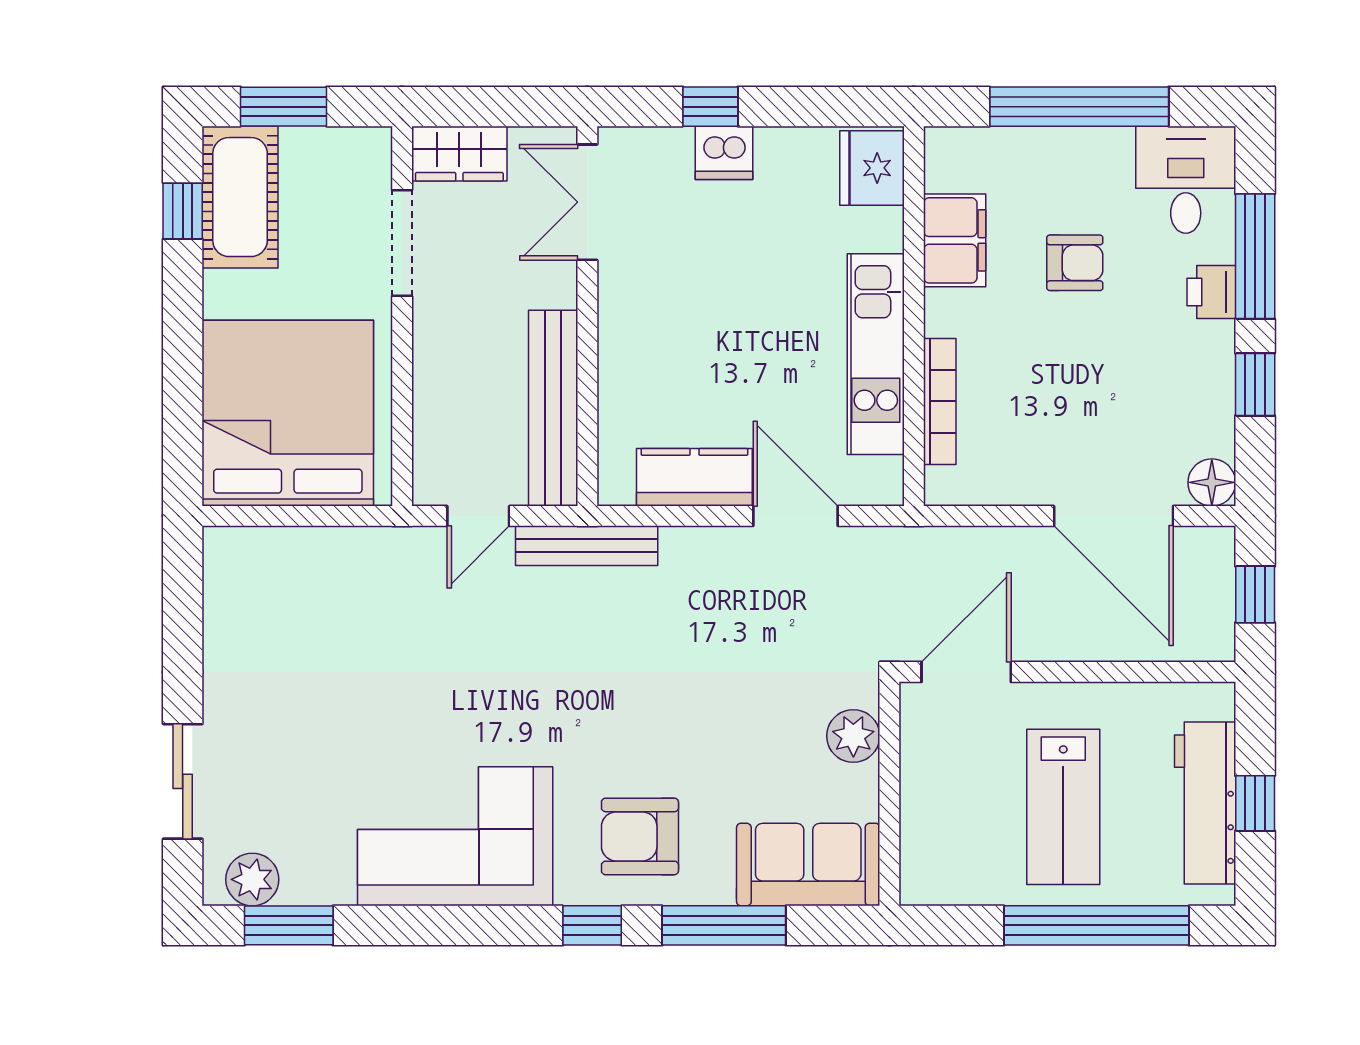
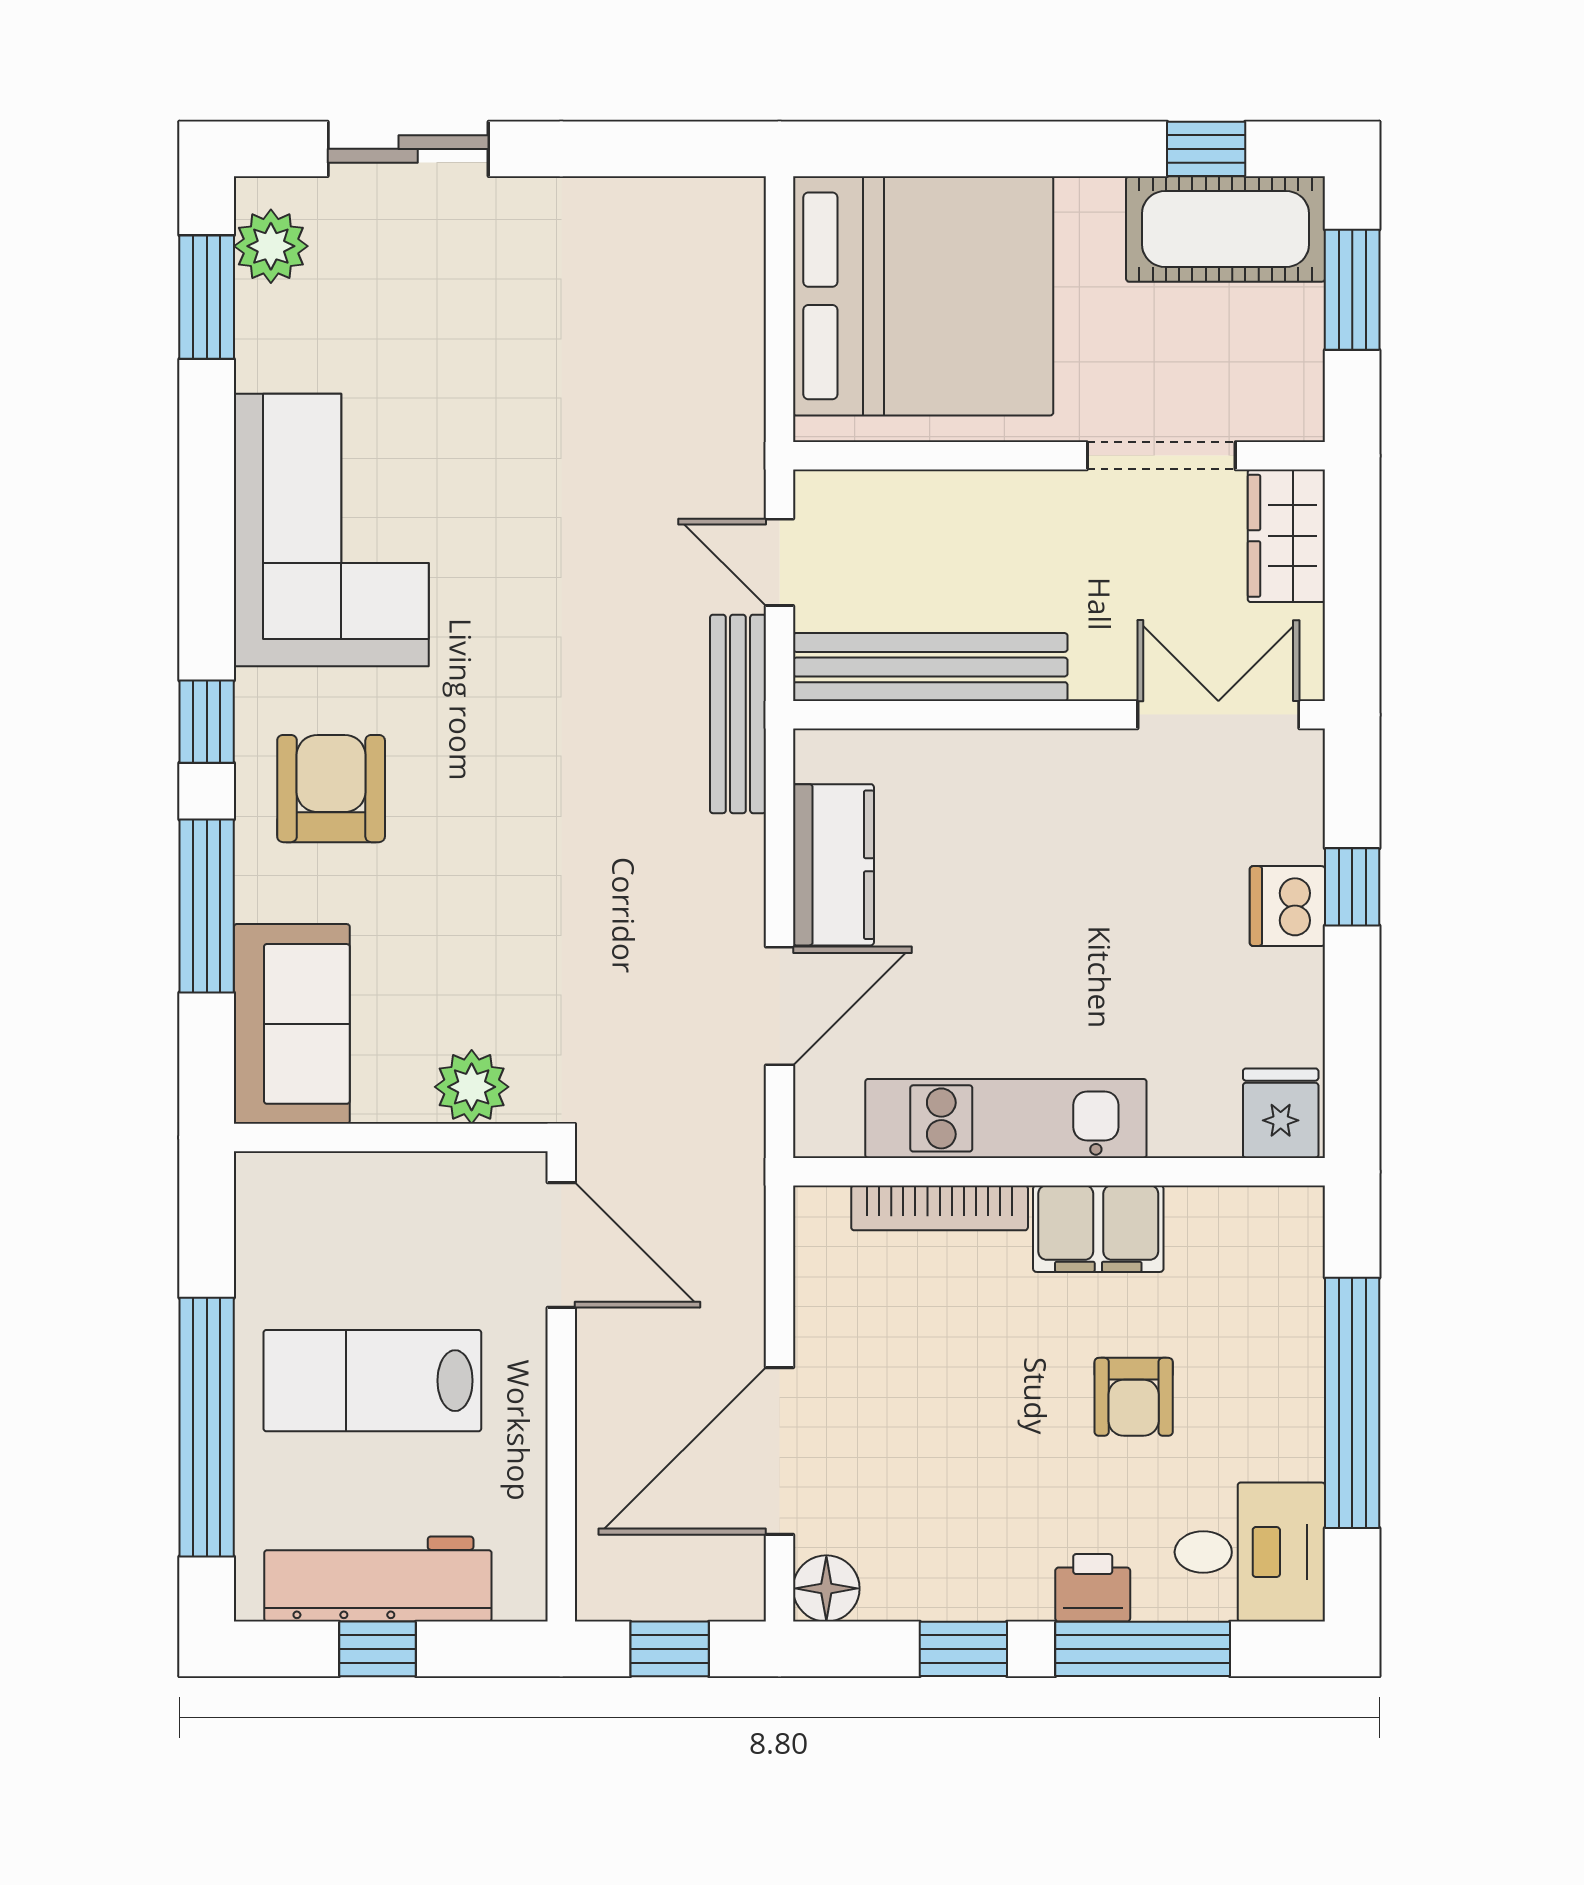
fridge: (872, 168) -> (1281, 1113), width x0.72
filing cabinet: (955, 240) -> (1098, 1229), moved

